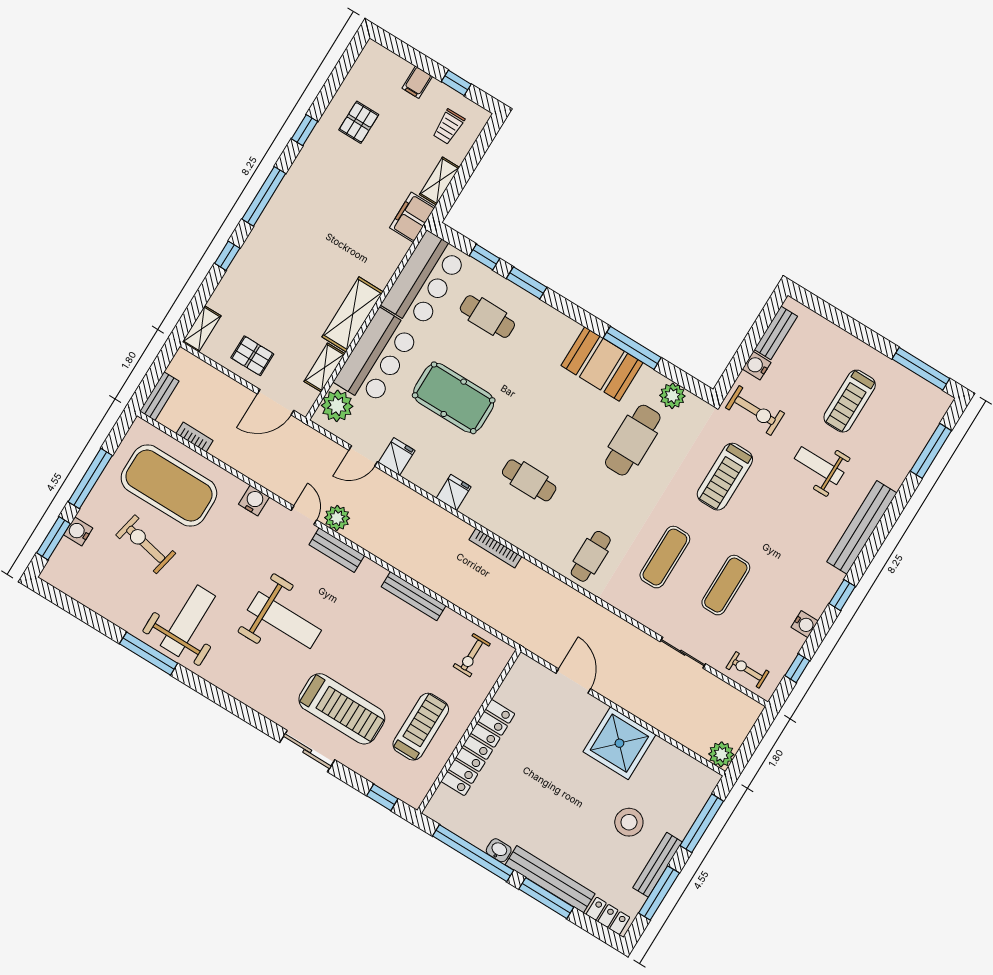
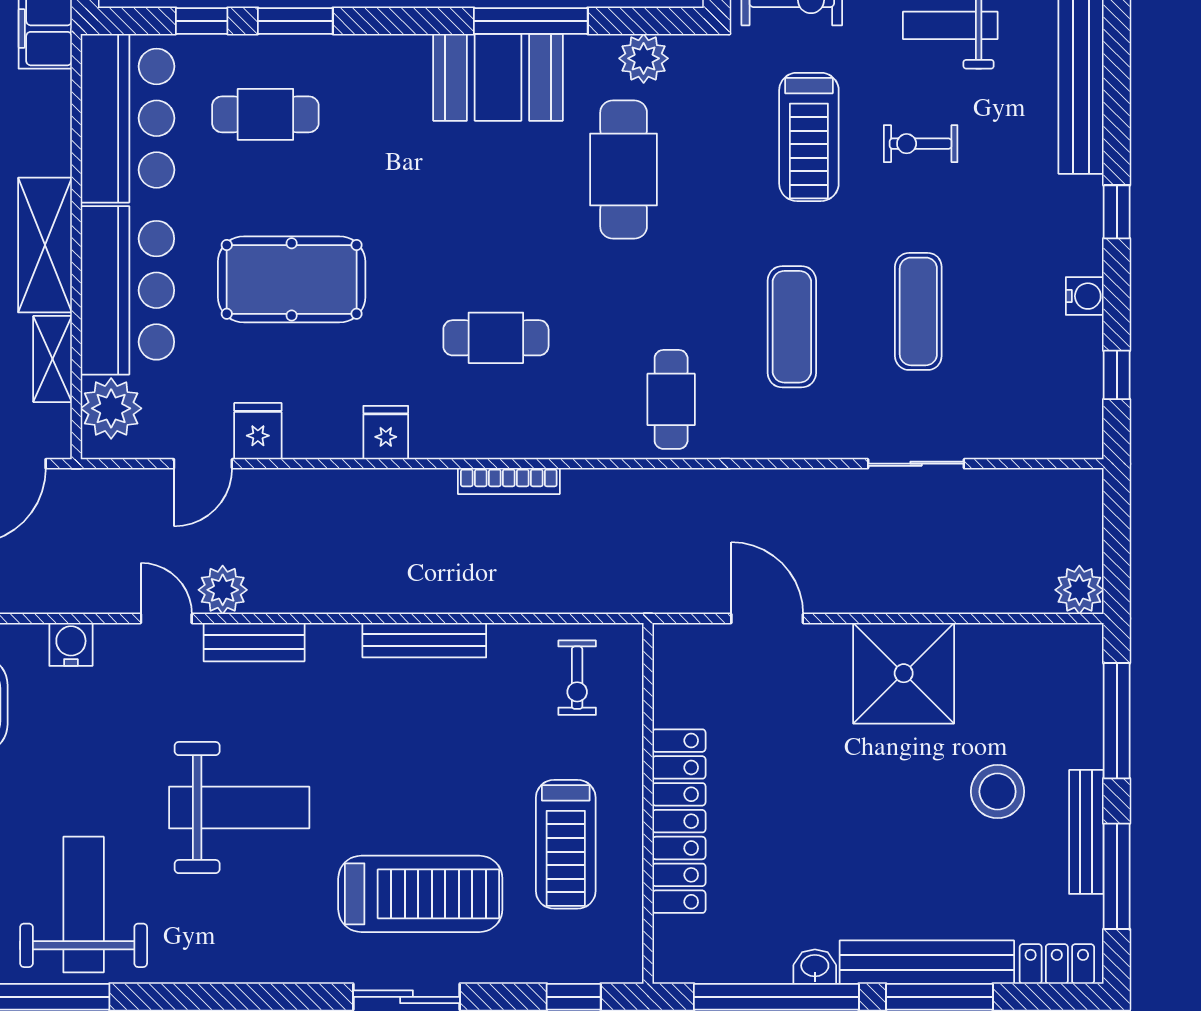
exercise bike: (747, 670) -> (921, 144), moved
treadmill: (421, 727) -> (566, 844), turned 180

